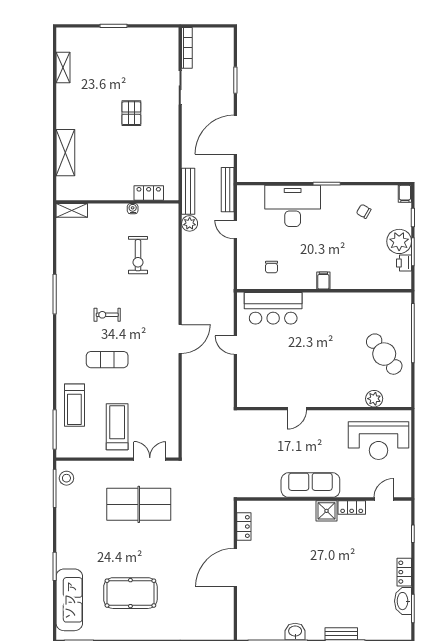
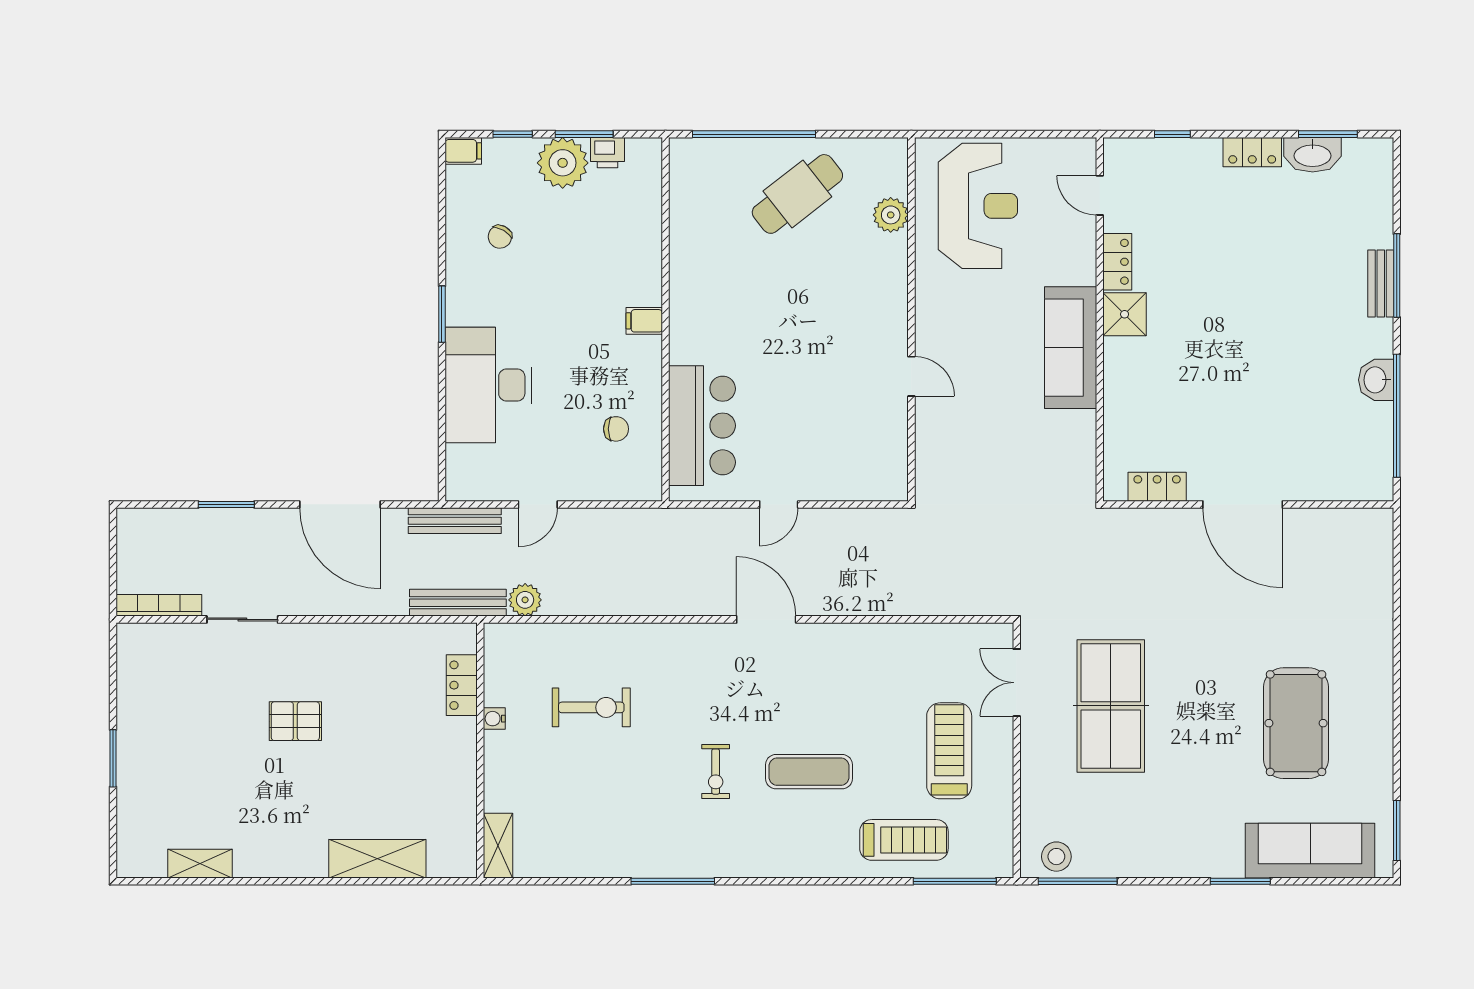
exercise mat: (107, 360) -> (809, 772), turned 90
treadmill: (117, 427) -> (949, 751), turned 90

